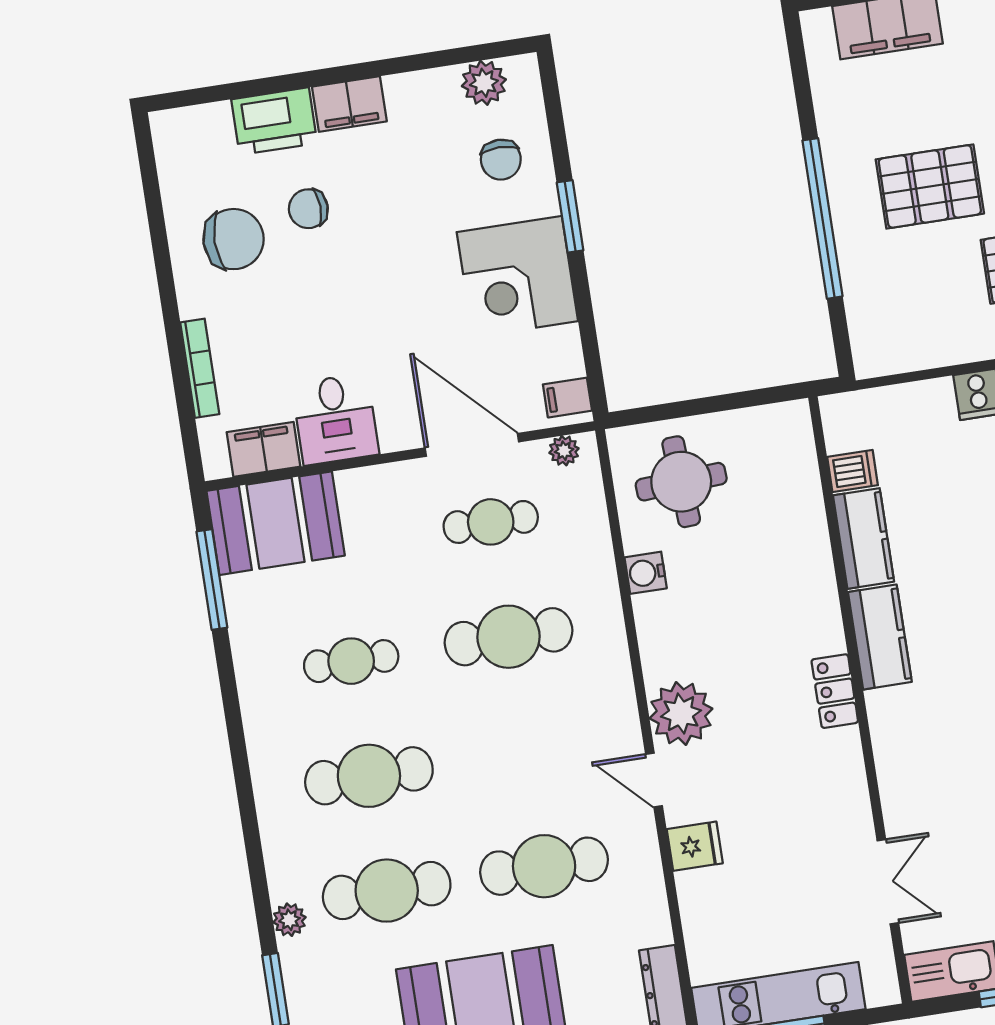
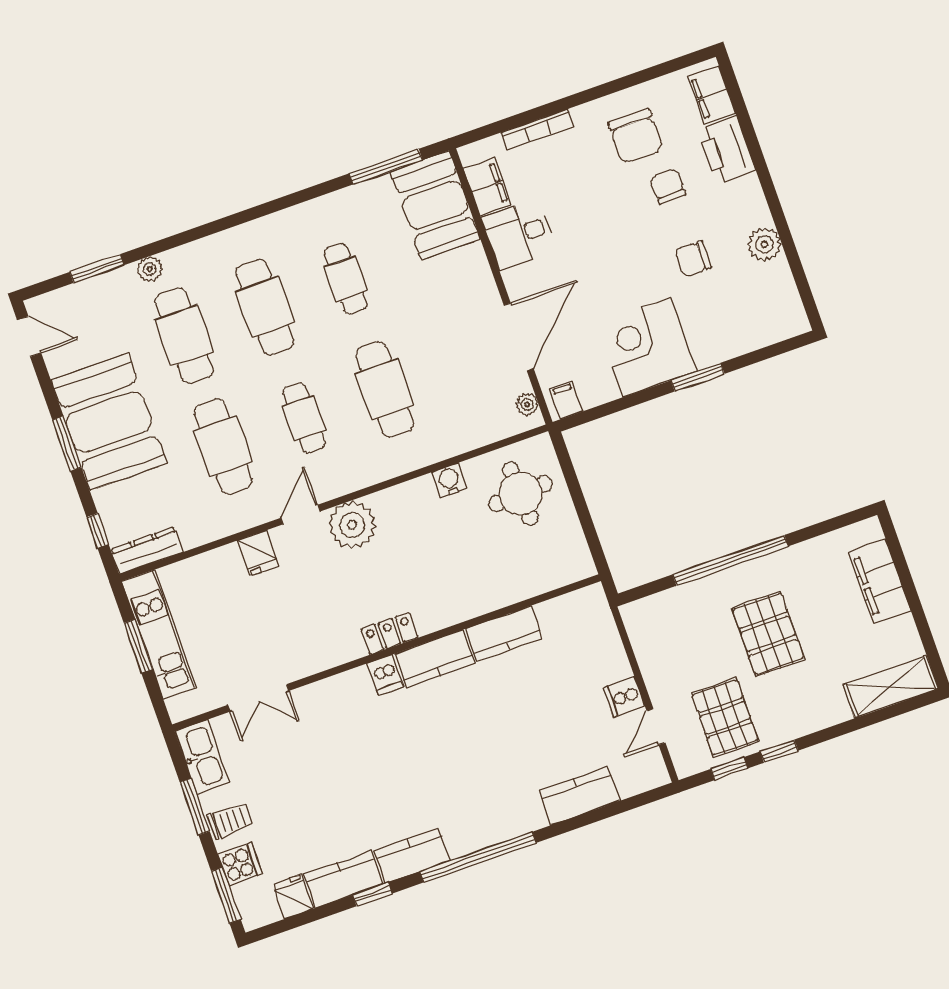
plant: (484, 83) -> (764, 244), moved
filing cabinet: (349, 104) -> (711, 95), moved
chair: (501, 160) -> (693, 259), moved
dishwasher: (852, 471) -> (385, 675), moved
cafe table: (491, 522) -> (304, 418), moved

